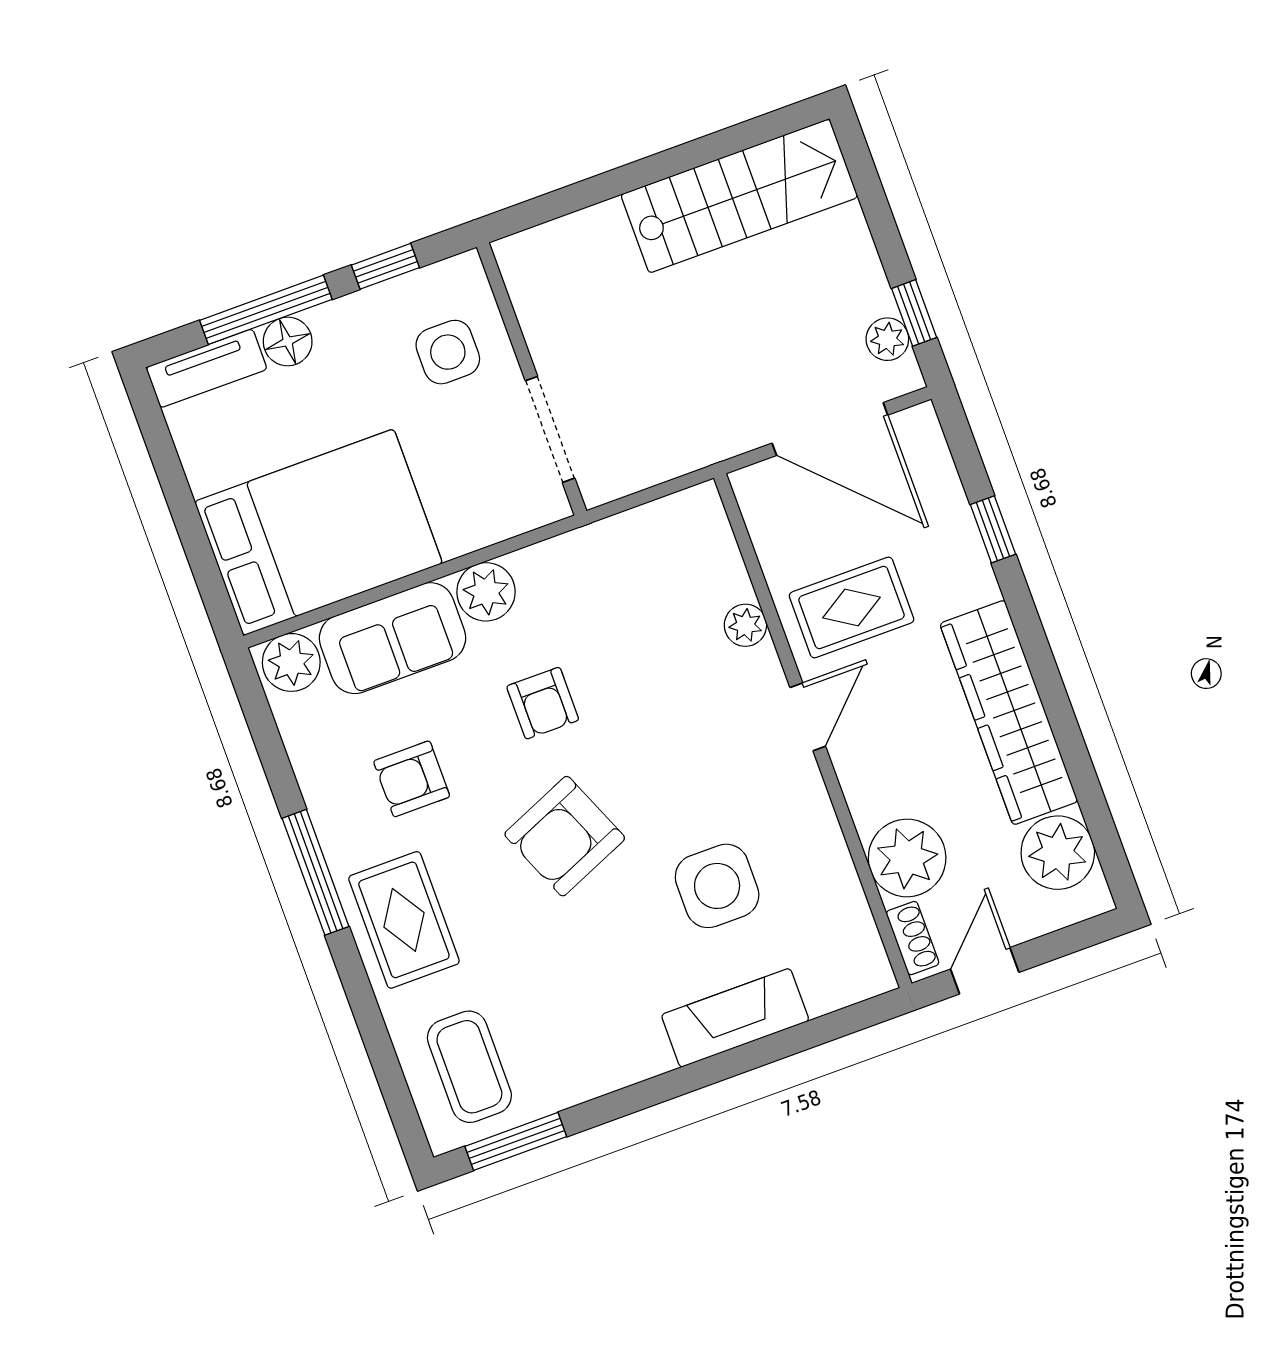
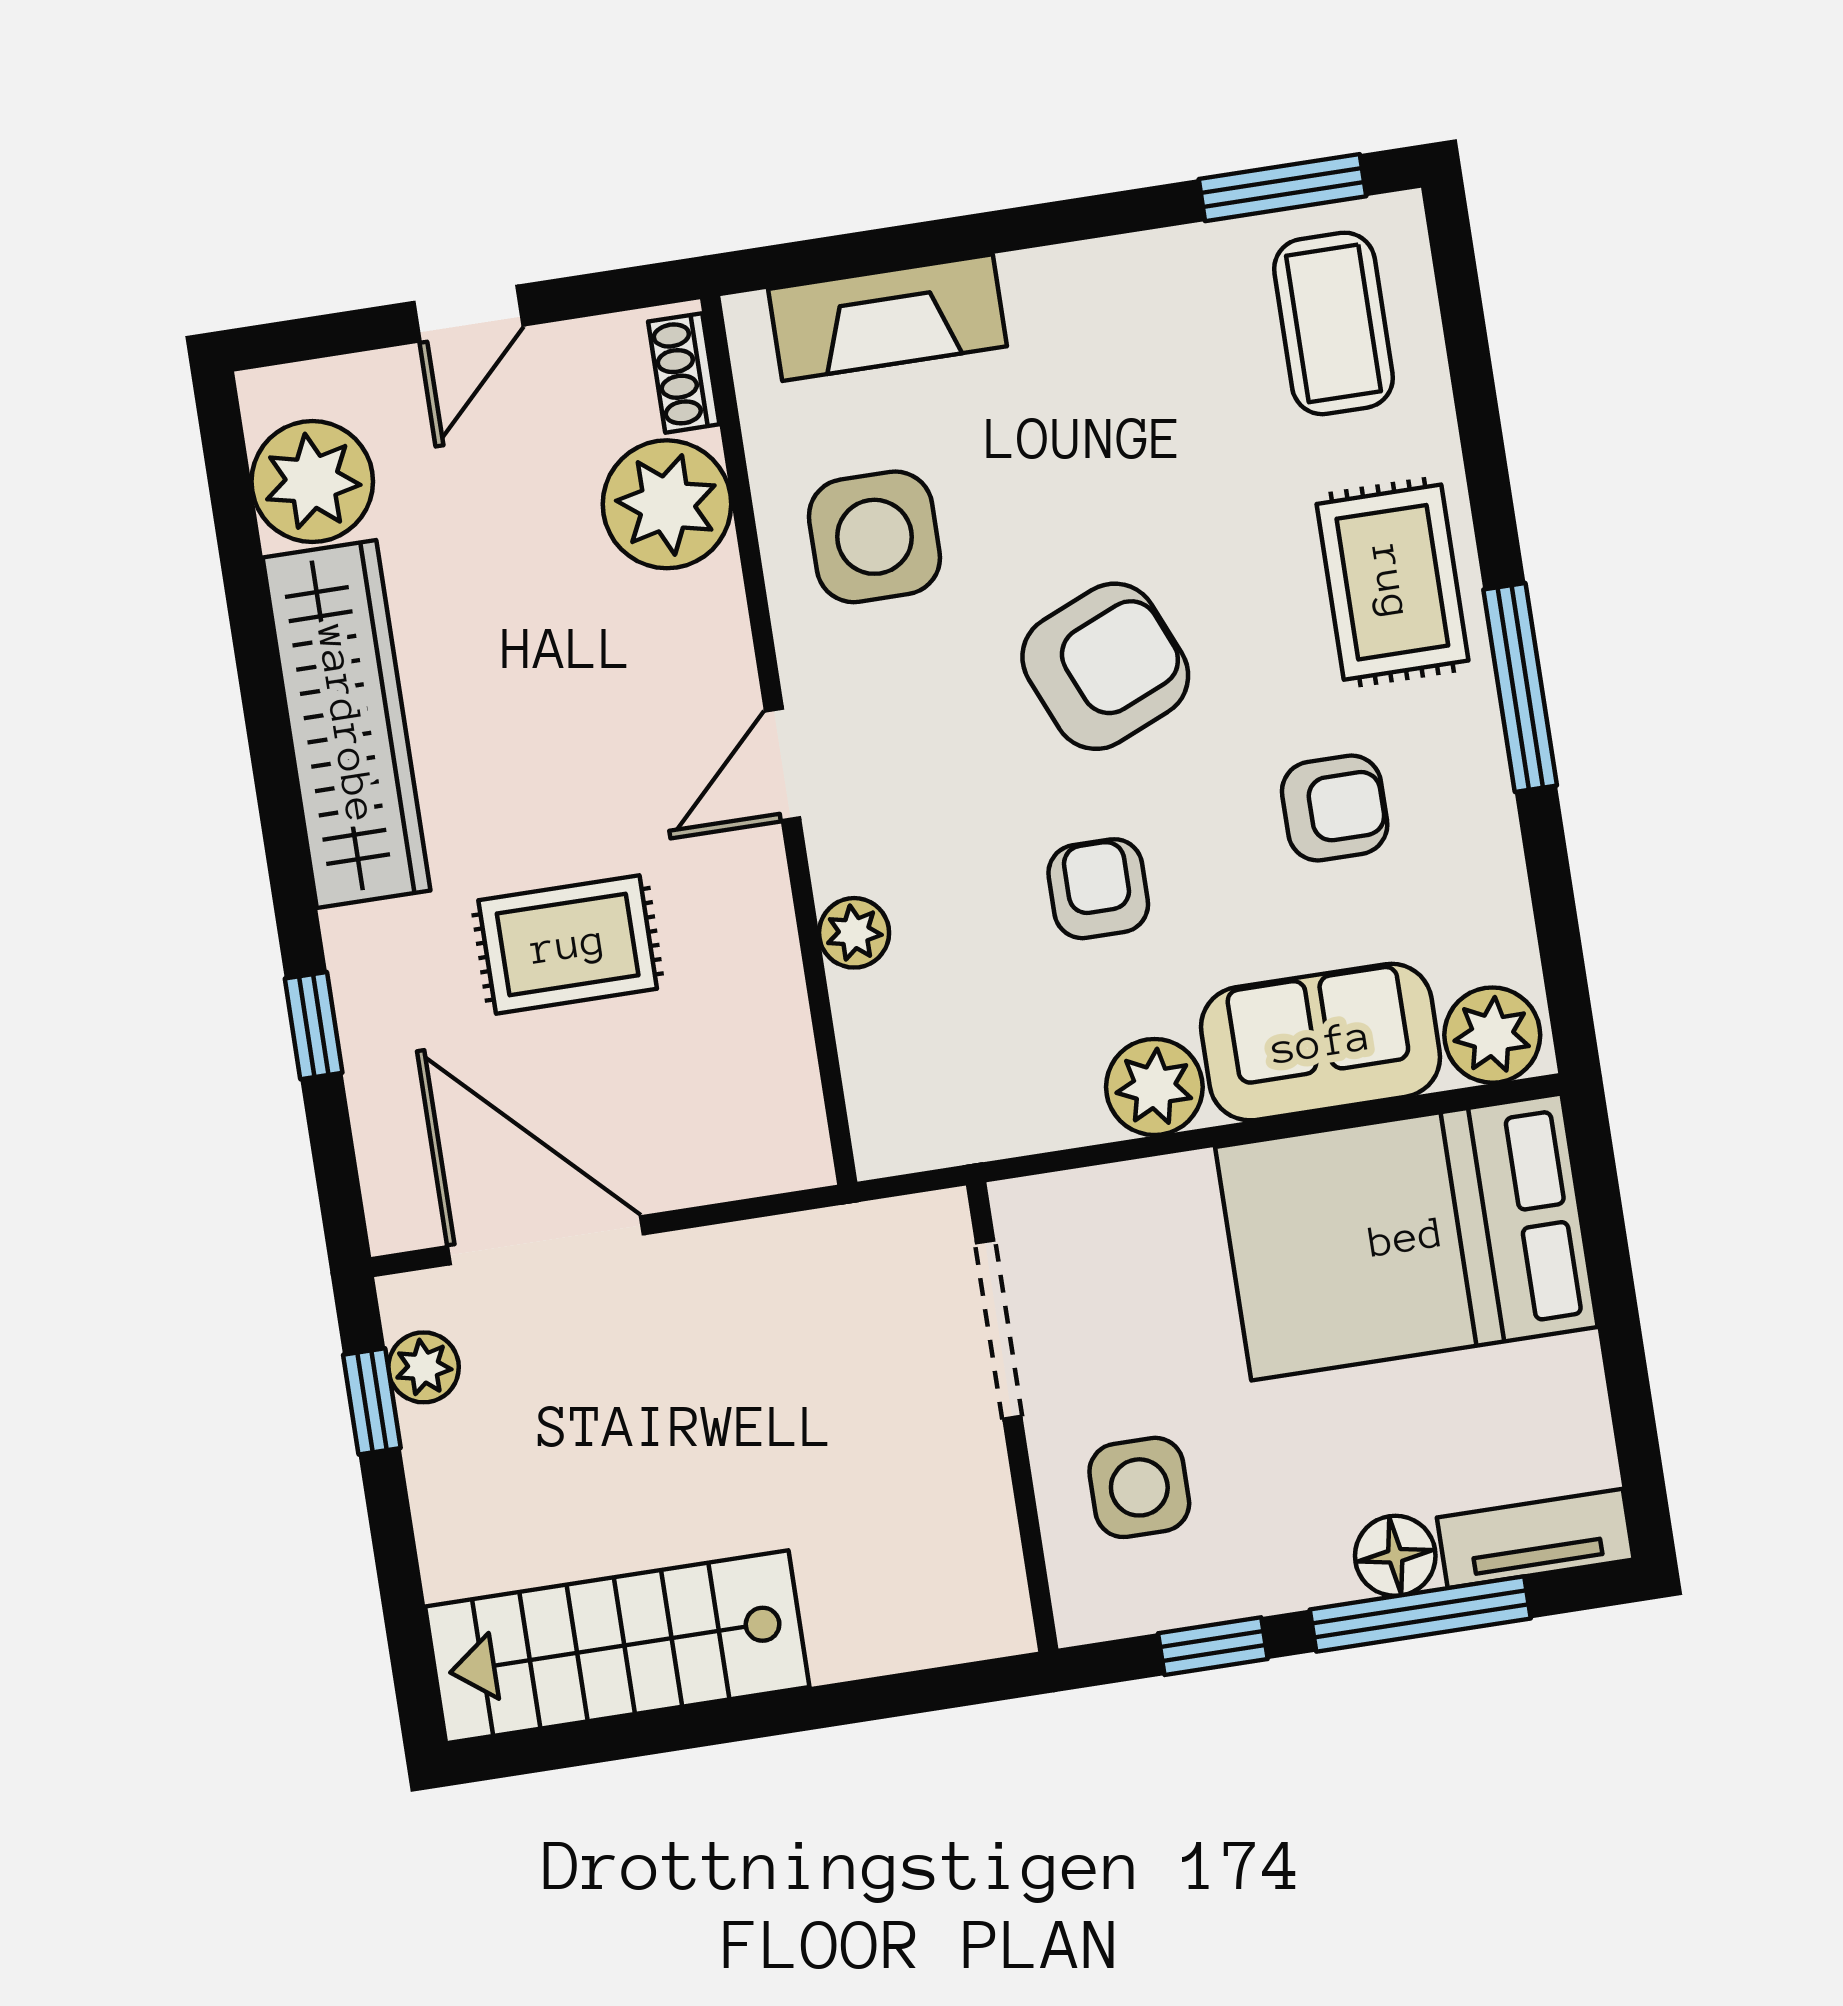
plant: (745, 625) -> (854, 933), moved
door: (808, 717) -> (782, 765), moved
wall: (813, 731) -> (779, 741), moved
plant: (907, 858) -> (667, 504), moved
shoe rack: (913, 938) -> (684, 373), moved

